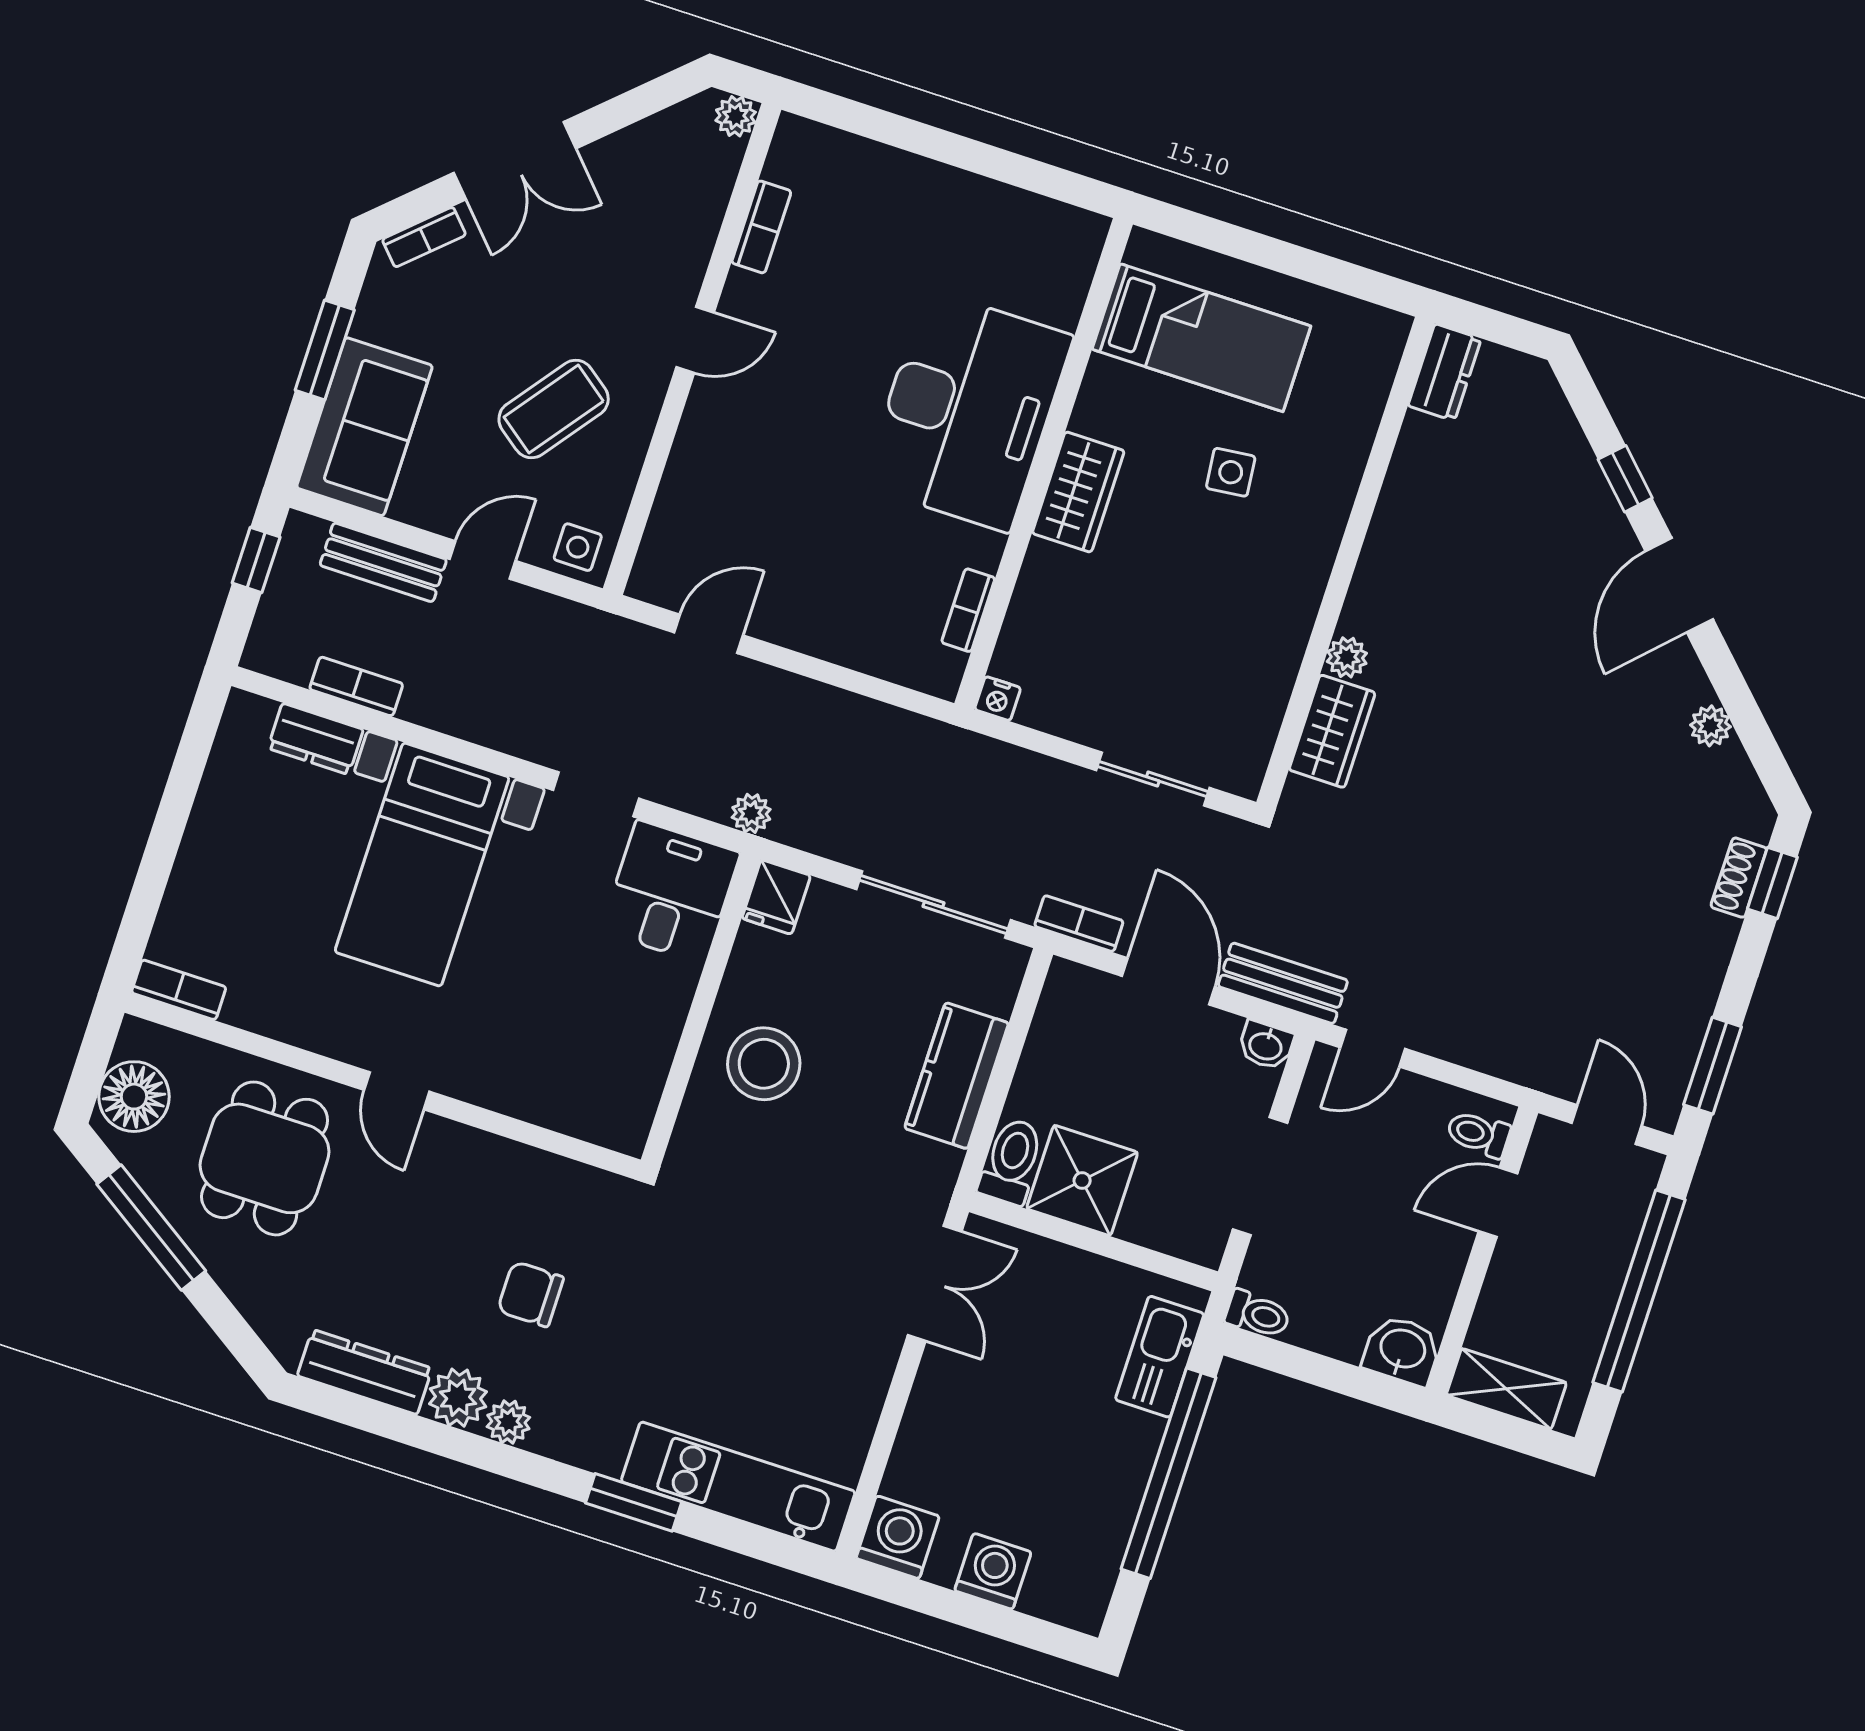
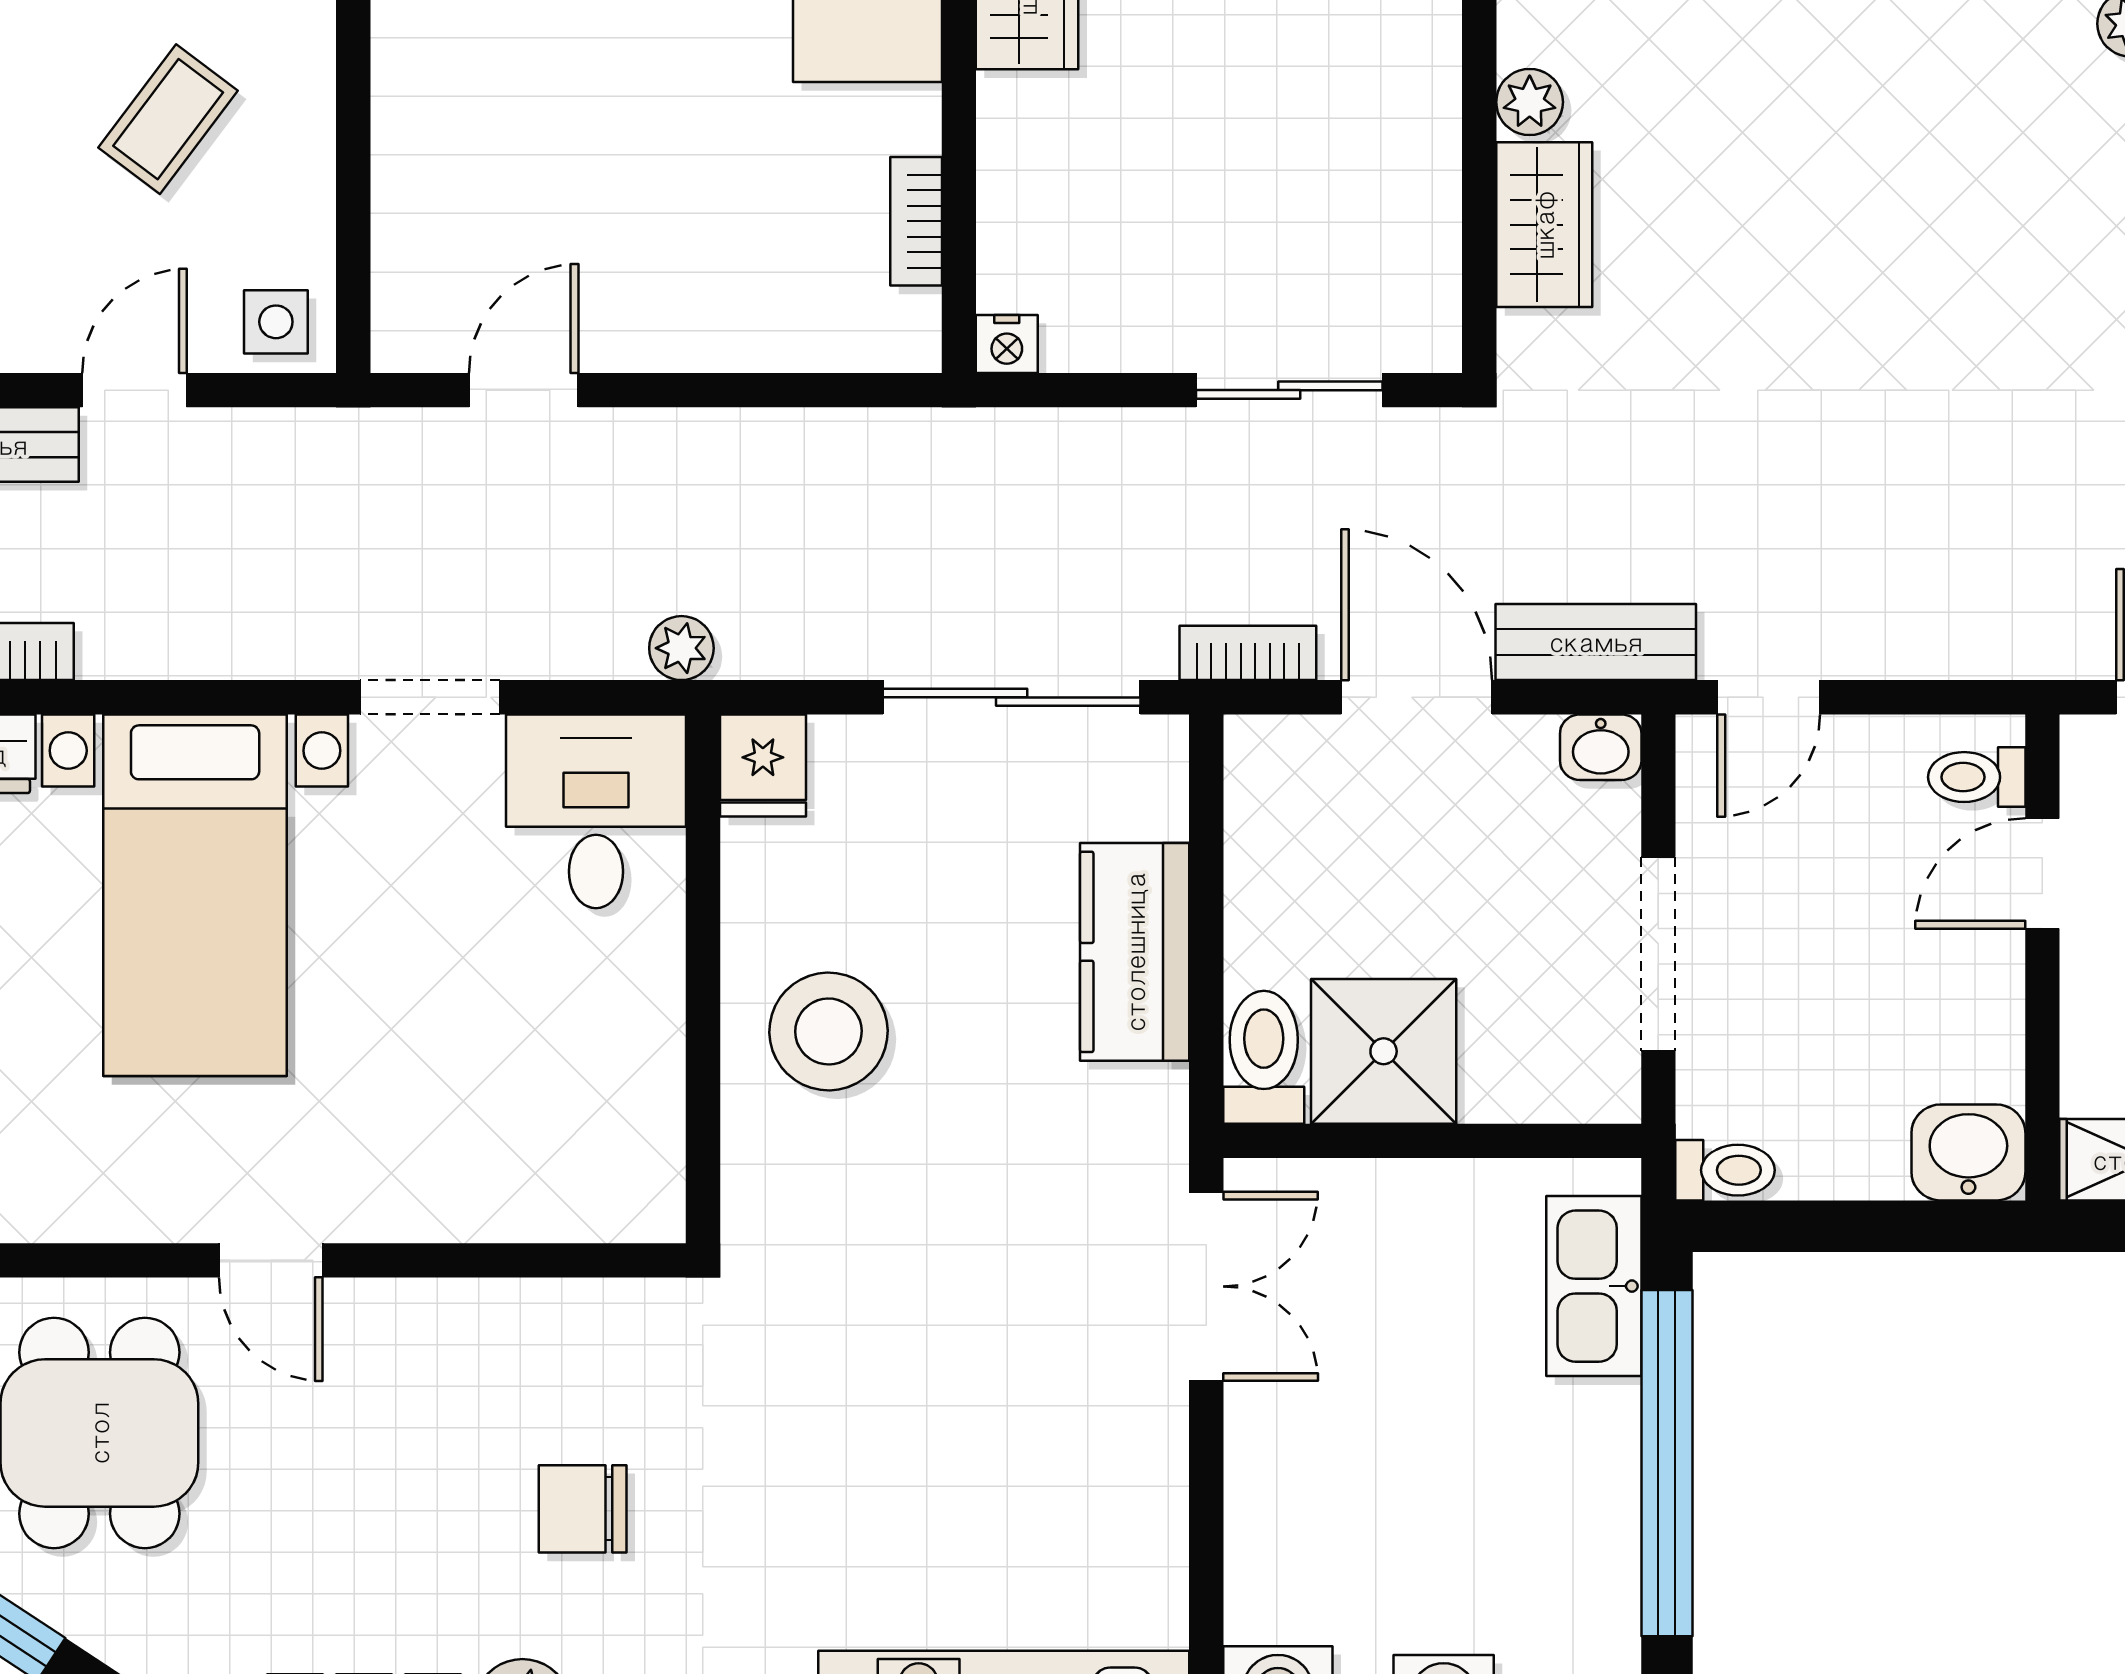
coffee table: (554, 409) -> (168, 119), width x0.73, depth x0.77

